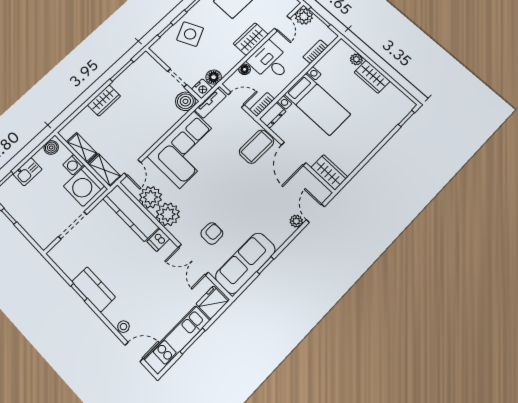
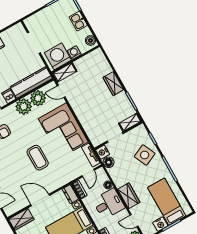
boiler: (185, 101) -> (97, 139), removed
coffee table: (257, 147) -> (38, 158), moved
shelving: (82, 148) -> (130, 122), moved

